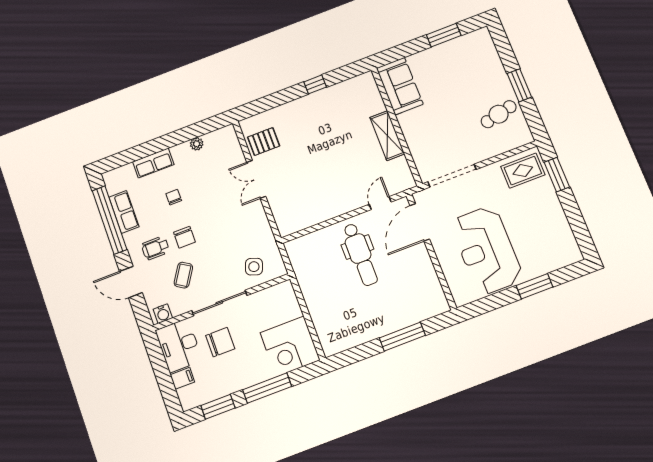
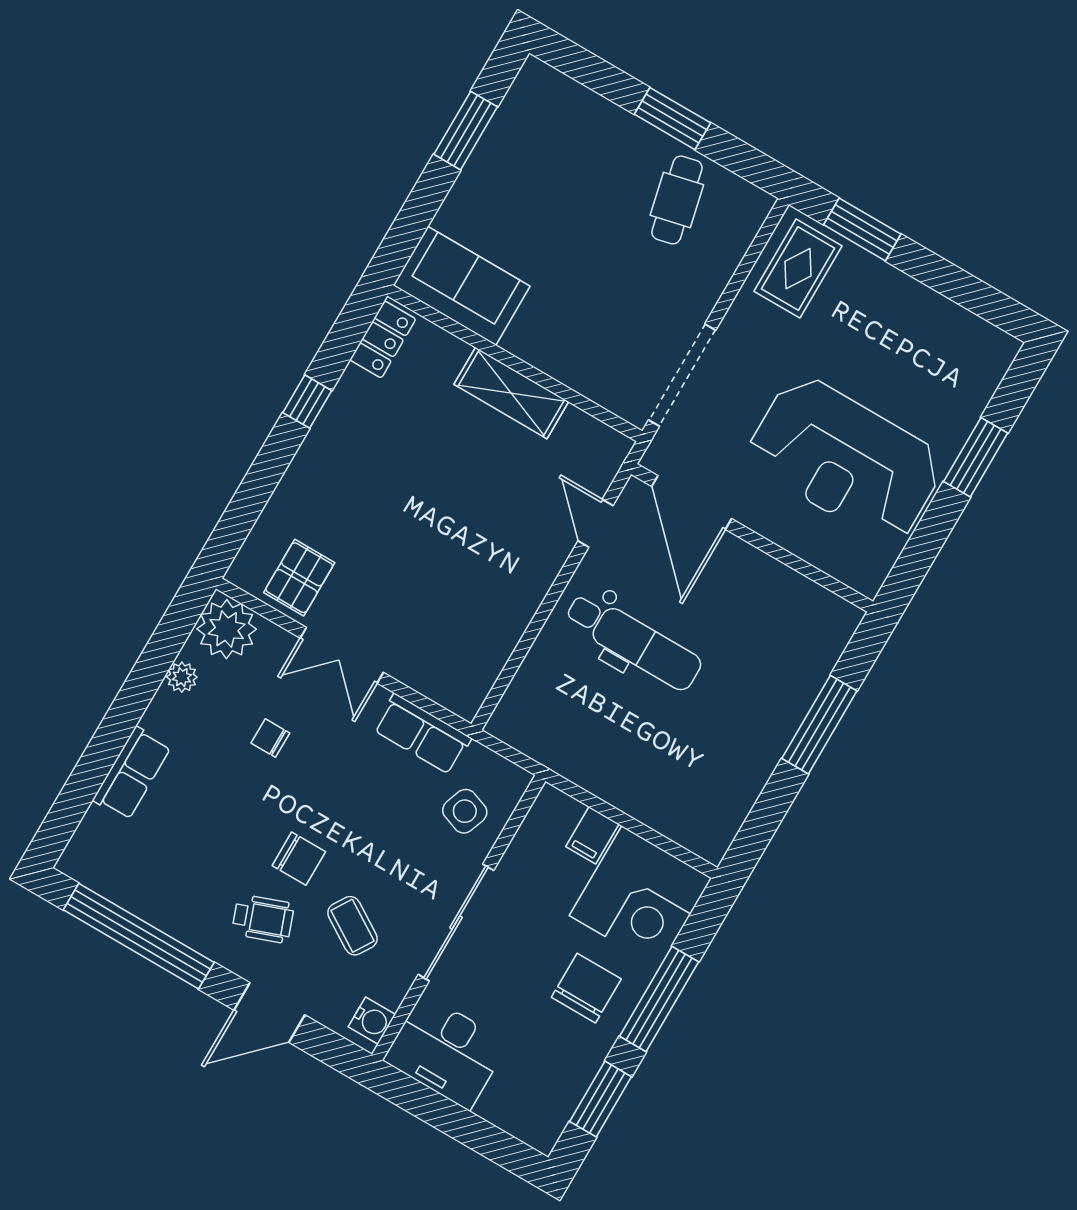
locker: (358, 83) -> (383, 339), added
plant: (225, 140) -> (227, 629), added
chair: (174, 197) -> (270, 738), moved
row of seats: (124, 212) -> (422, 734), moved, turned 180
wheelchair: (155, 248) -> (263, 919), turned -110
chair: (220, 342) -> (586, 988), moved
filing cabinet: (182, 378) -> (592, 835), moved, turned 180

